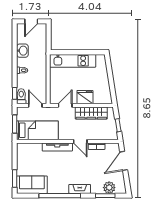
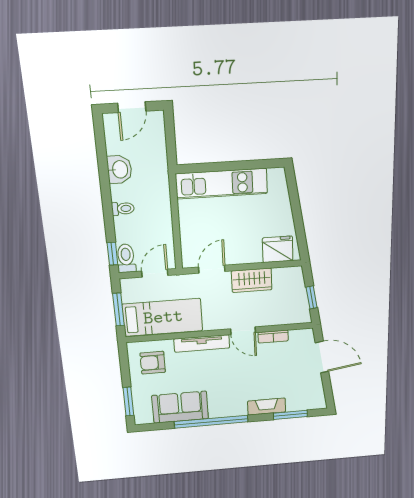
fridge: (85, 97) -> (278, 249), moved
door: (35, 105) -> (155, 273), hinge flipped
wardrobe: (91, 113) -> (252, 280), width x0.67
armchair: (30, 156) -> (153, 363), added
door: (124, 161) -> (322, 357), swing flipped
sofa: (32, 185) -> (180, 407), moved
plant: (109, 188) -> (297, 402), removed
fireplace: (80, 189) -> (267, 407), moved

